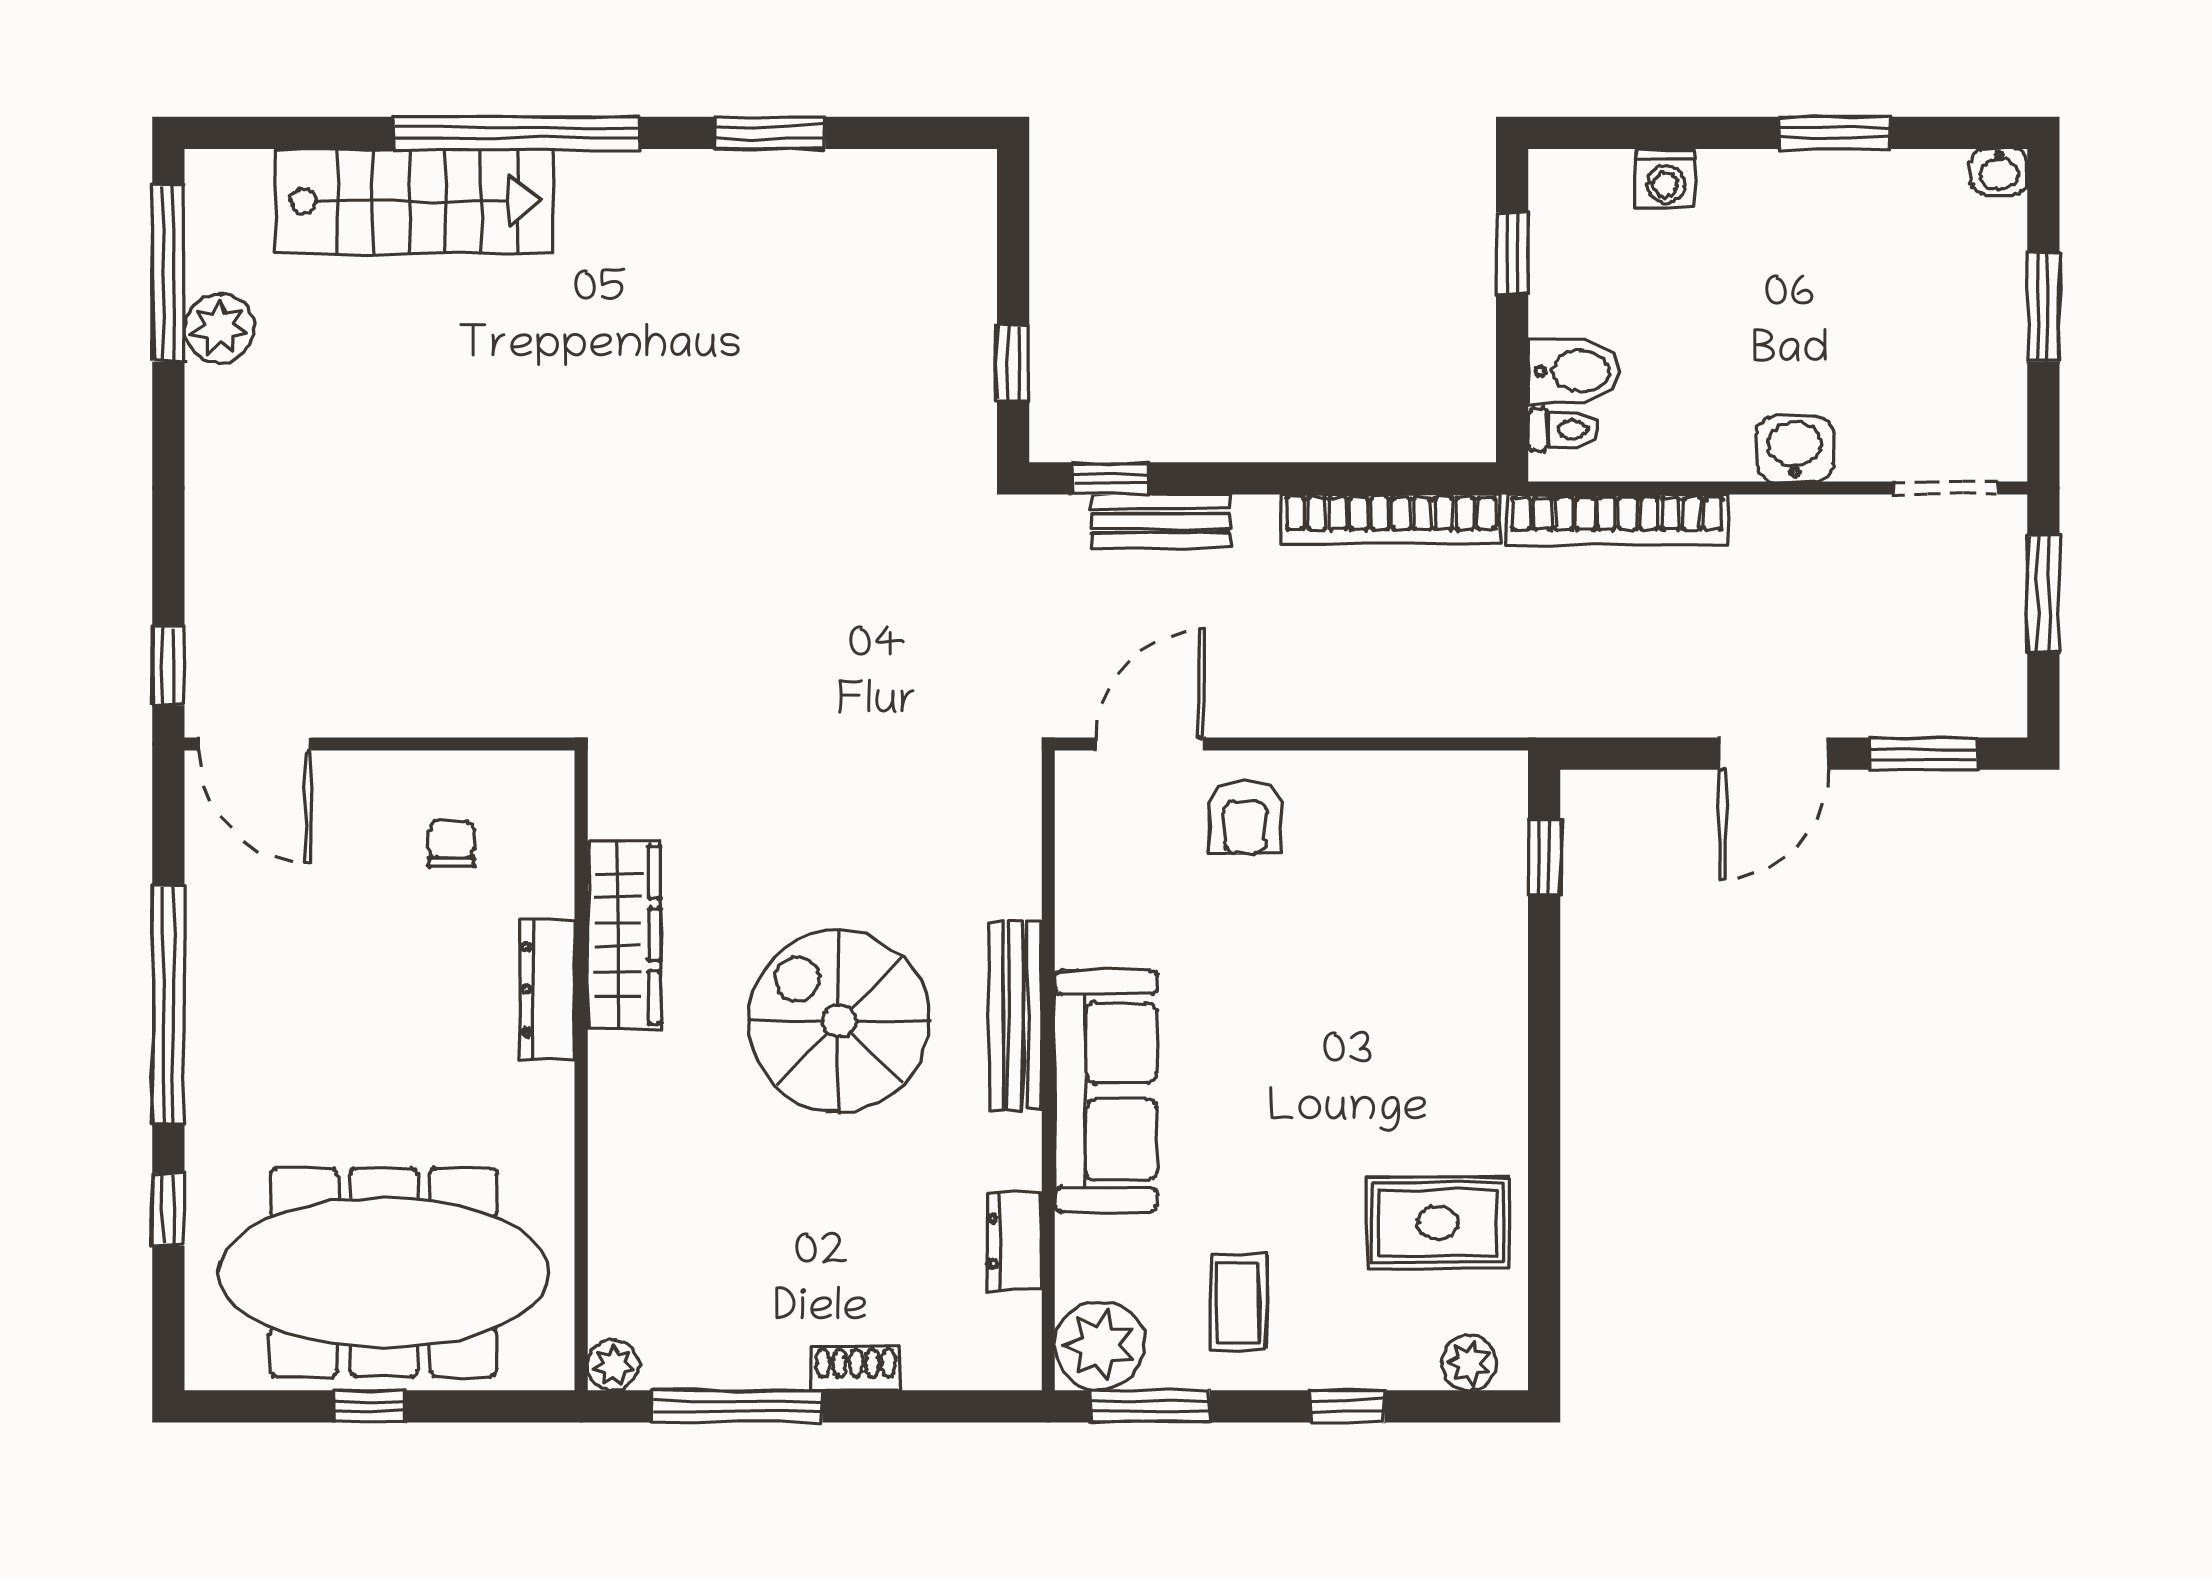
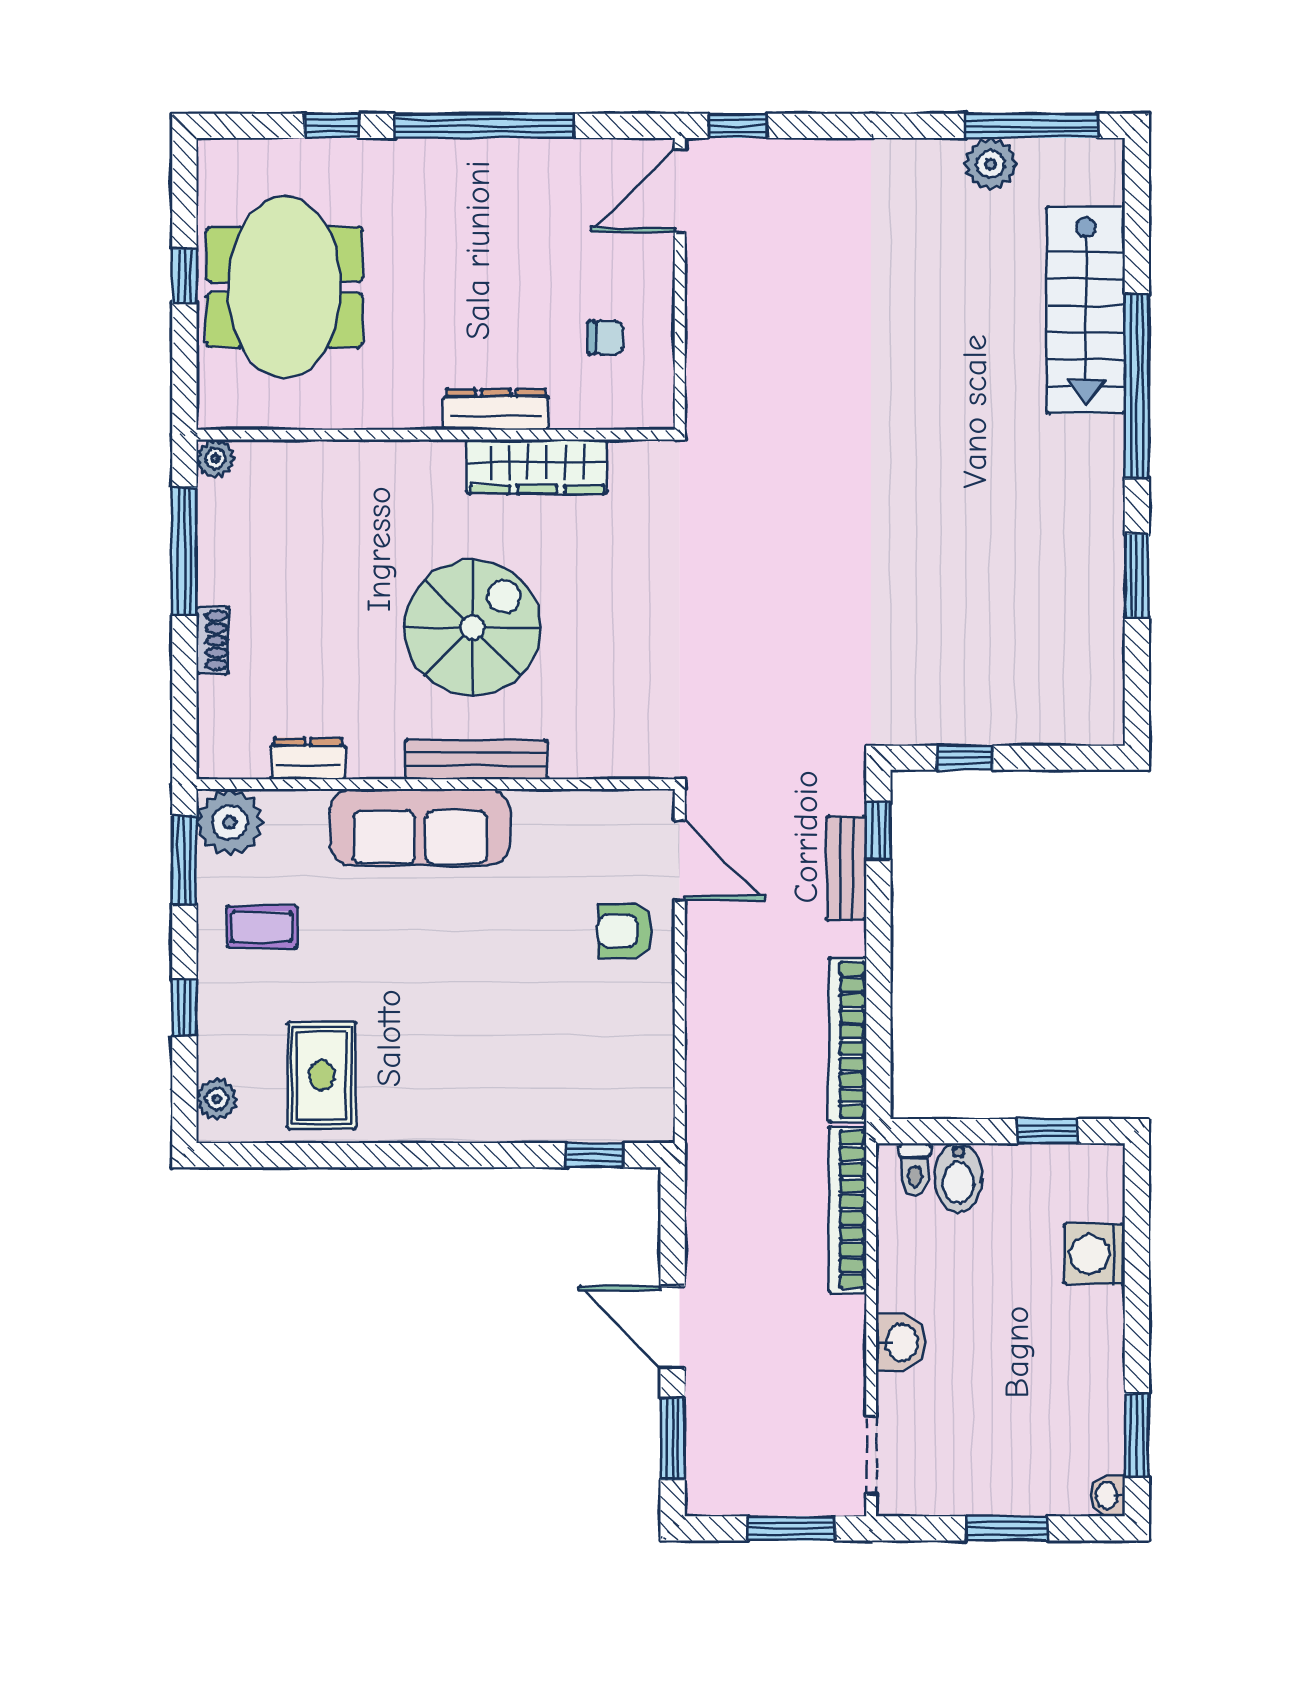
window: (1834, 133) -> (1137, 1435), moved
washing machine: (1665, 178) -> (1094, 1254), width x1.38, depth x1.38
meeting table: (384, 1272) -> (284, 287), width x0.73

